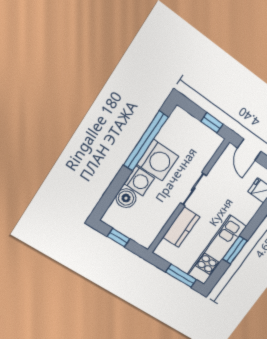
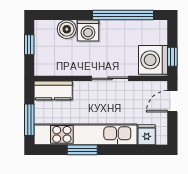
washing machine: (158, 160) -> (153, 60), moved, turned 90
kitchen counter: (181, 227) -> (53, 90), moved
kitchen unit: (217, 250) -> (85, 134), width x1.36

